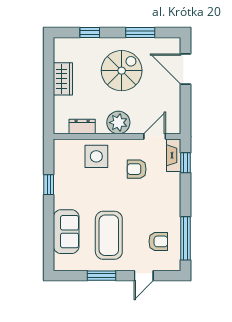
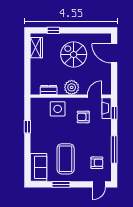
window: (140, 33) -> (85, 30), removed
spiral stairs: (122, 71) -> (74, 55), turned -90
wardrobe: (63, 79) -> (36, 48), moved
sofa: (66, 232) -> (39, 167), moved
window: (185, 238) -> (114, 150), moved
door: (144, 276) -> (99, 184), moved

